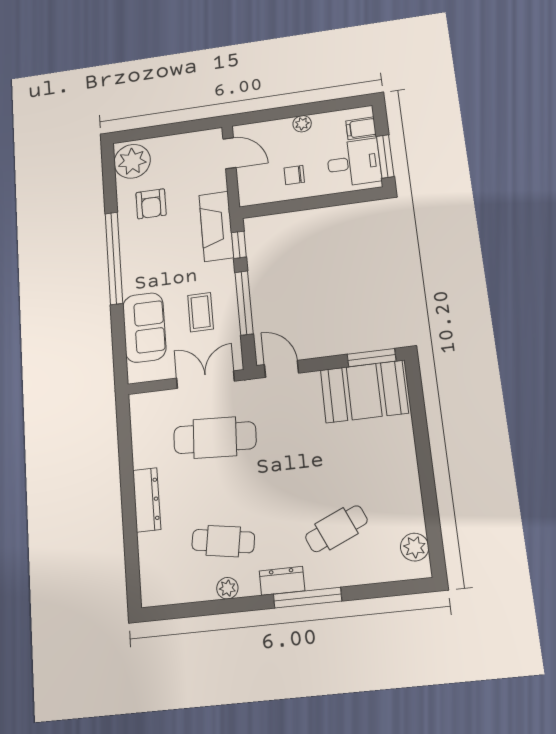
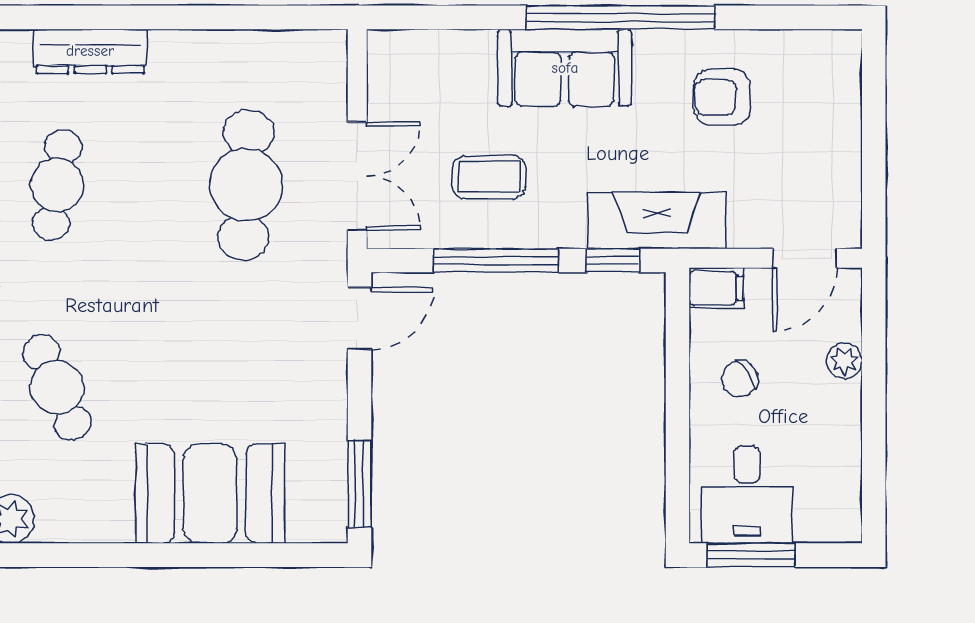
plant: (302, 124) -> (844, 361), moved
filing cabinet: (361, 128) -> (716, 288), moved, turned 90
plant: (132, 161) -> (818, 65), removed
chair: (294, 175) -> (740, 379), turned -124
sofa: (144, 327) -> (565, 68), moved
booth: (364, 392) -> (210, 494), moved, turned 90
dresser: (147, 500) -> (90, 51), moved

